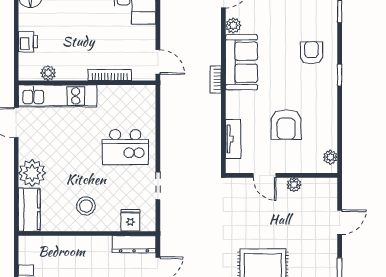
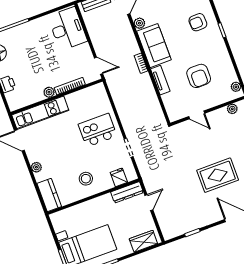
armchair: (311, 53) -> (198, 22), turned -92
plant: (48, 73) -> (49, 92), moved
tv unit: (233, 139) -> (160, 80), moved
kitchen island: (125, 147) -> (98, 130), turned 180
plant: (32, 173) -> (36, 167), width x0.53, depth x0.53
plant: (294, 185) -> (232, 109), moved

